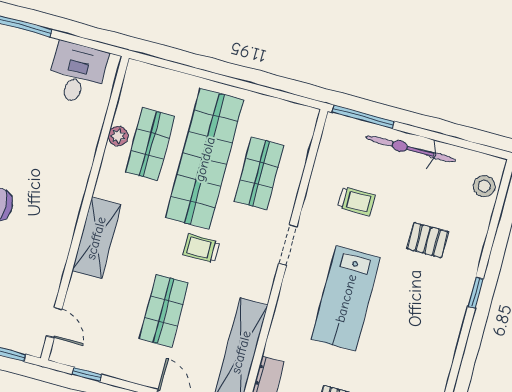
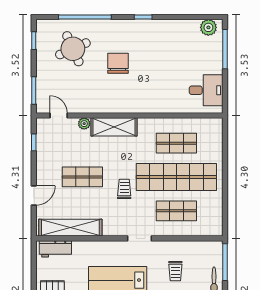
plant: (118, 136) -> (84, 124), moved
door: (54, 323) -> (59, 116), swing flipped

